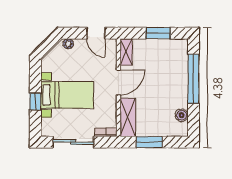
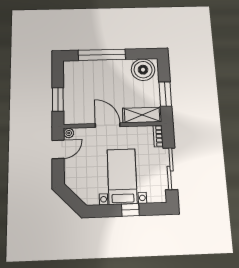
window: (158, 33) -> (58, 99), moved
plant: (68, 44) -> (69, 133), moved
shelving: (126, 52) -> (77, 119), removed
boiler: (182, 115) -> (143, 70), width x1.86, depth x1.86

